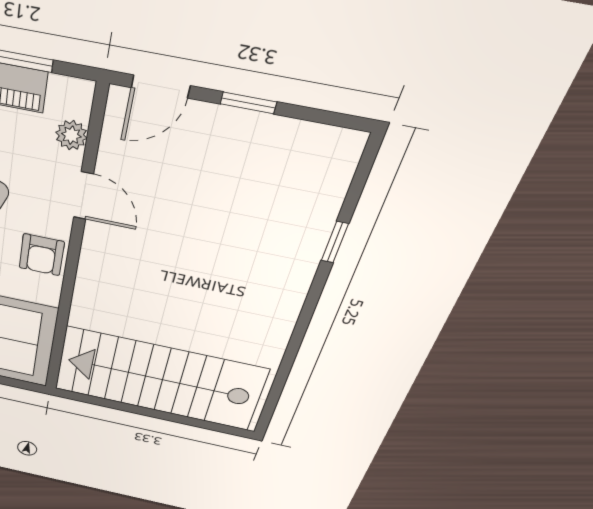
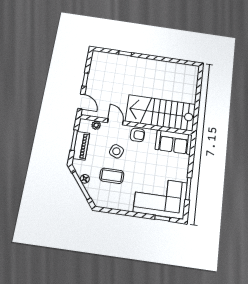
door: (84, 196) -> (115, 122), hinge flipped
stairs: (159, 379) -> (161, 113), moved, turned 90

